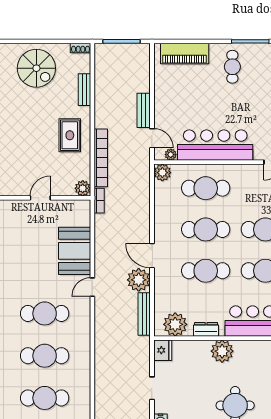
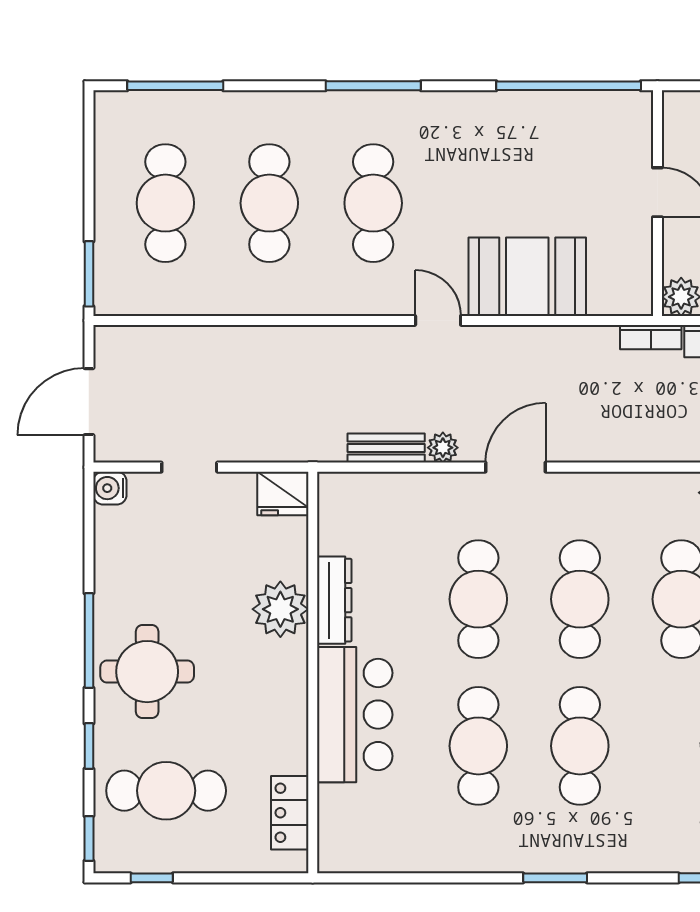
plant: (139, 280) -> (443, 448), width x0.53, depth x0.53
bench: (144, 314) -> (386, 448), width x0.73
plant: (175, 324) -> (346, 524), removed
dresser: (206, 329) -> (334, 600), width x1.44
plant: (222, 351) -> (280, 609), moved

